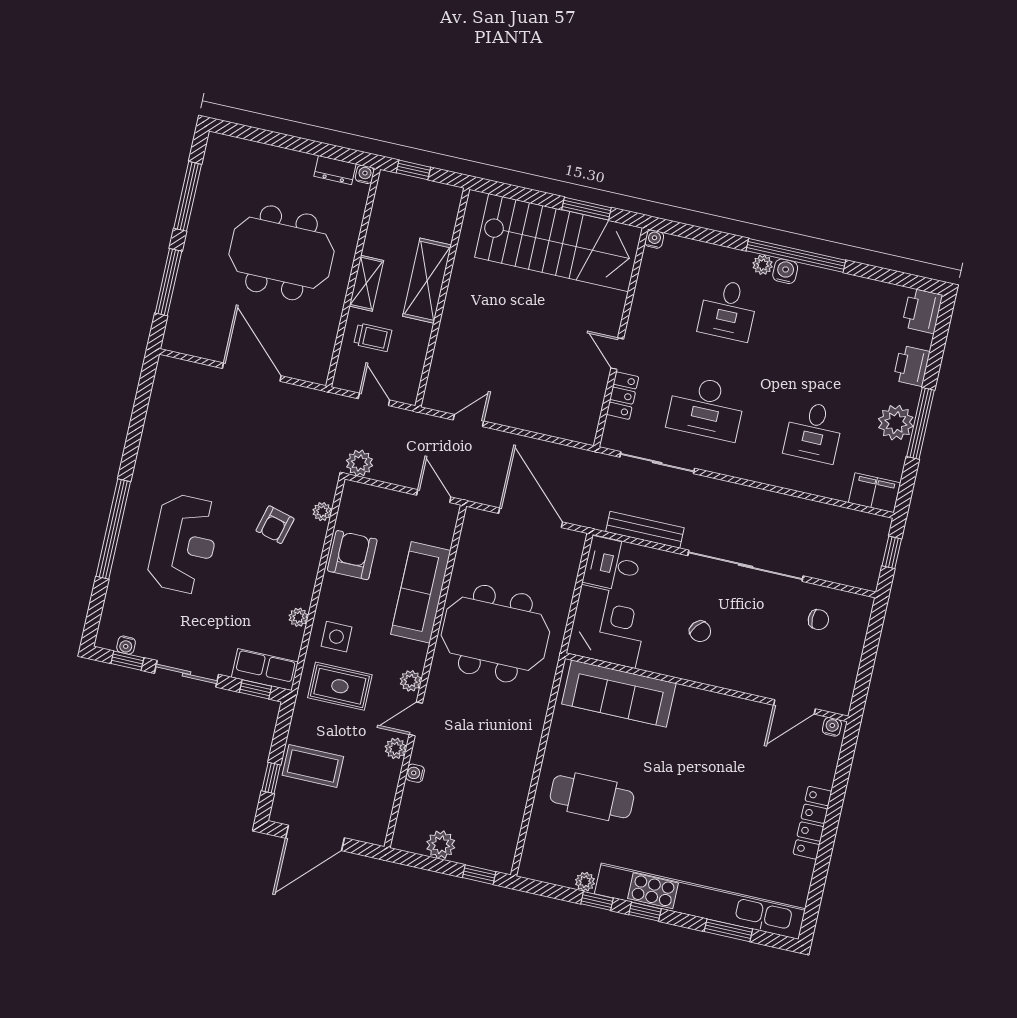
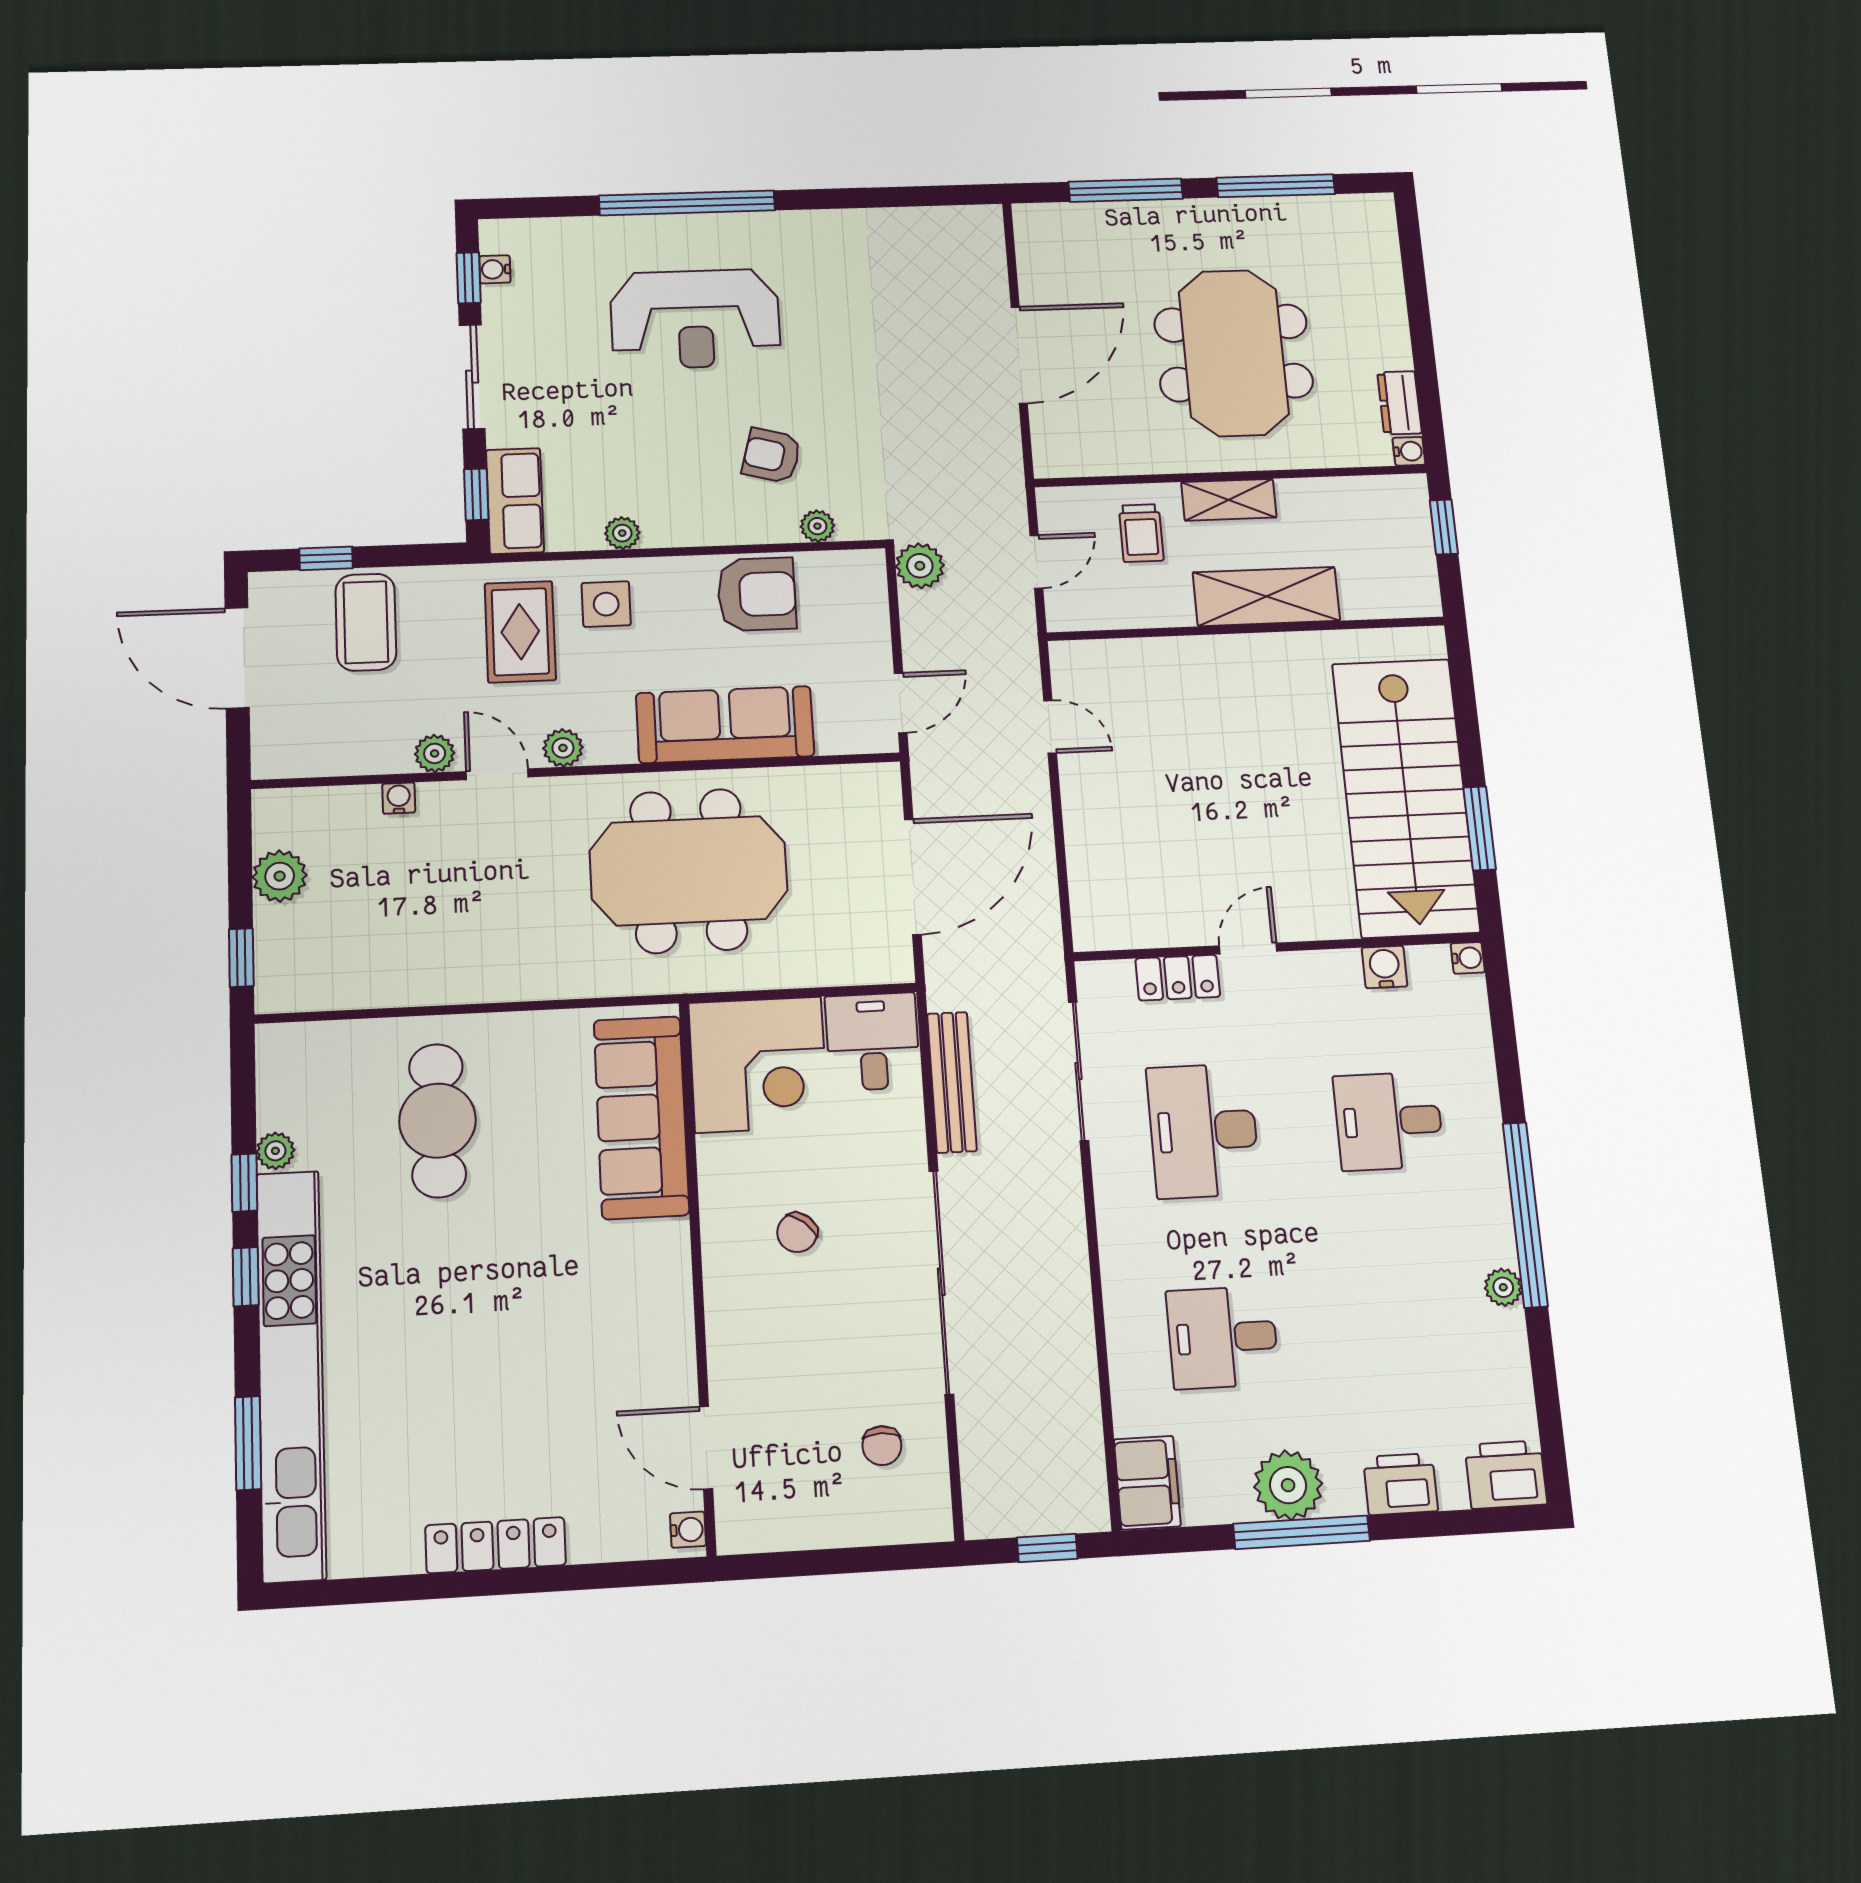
plant: (763, 265) -> (1503, 1287), moved
water cooler: (785, 271) -> (1385, 967), moved, turned -90
meeting table: (495, 634) -> (689, 871), turned 90

